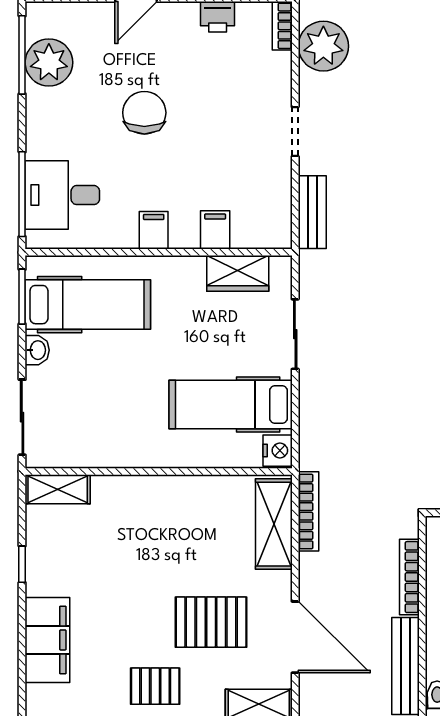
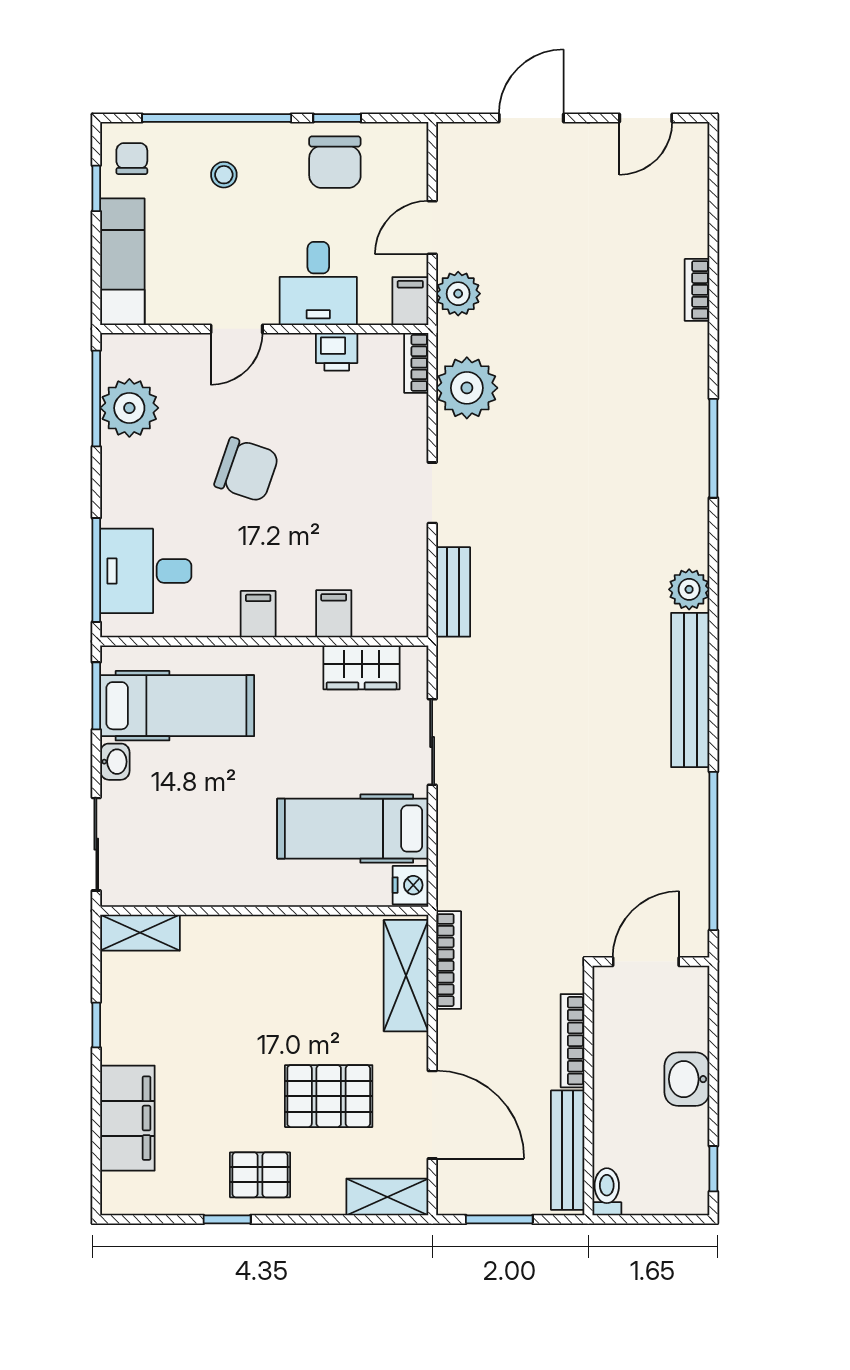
chair: (144, 113) -> (247, 470), turned 109

